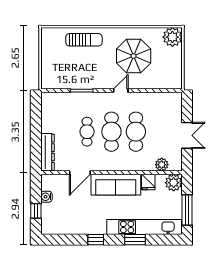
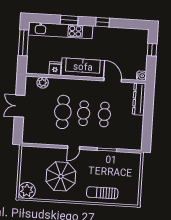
cafe table: (111, 132) -> (84, 113), width x0.73, depth x0.74
door: (80, 173) -> (113, 80), hinge flipped
plant: (174, 183) -> (33, 67), removed
water cooler: (46, 197) -> (141, 76), moved

